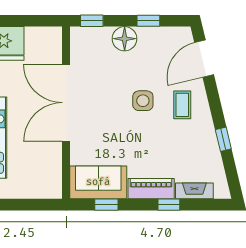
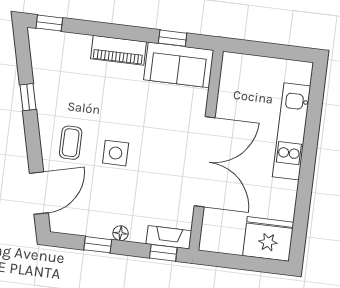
floor lamp: (125, 39) -> (121, 233), width x0.53, depth x0.53
fireplace: (194, 191) -> (169, 237), moved, turned 180
window: (169, 205) -> (49, 23), moved

